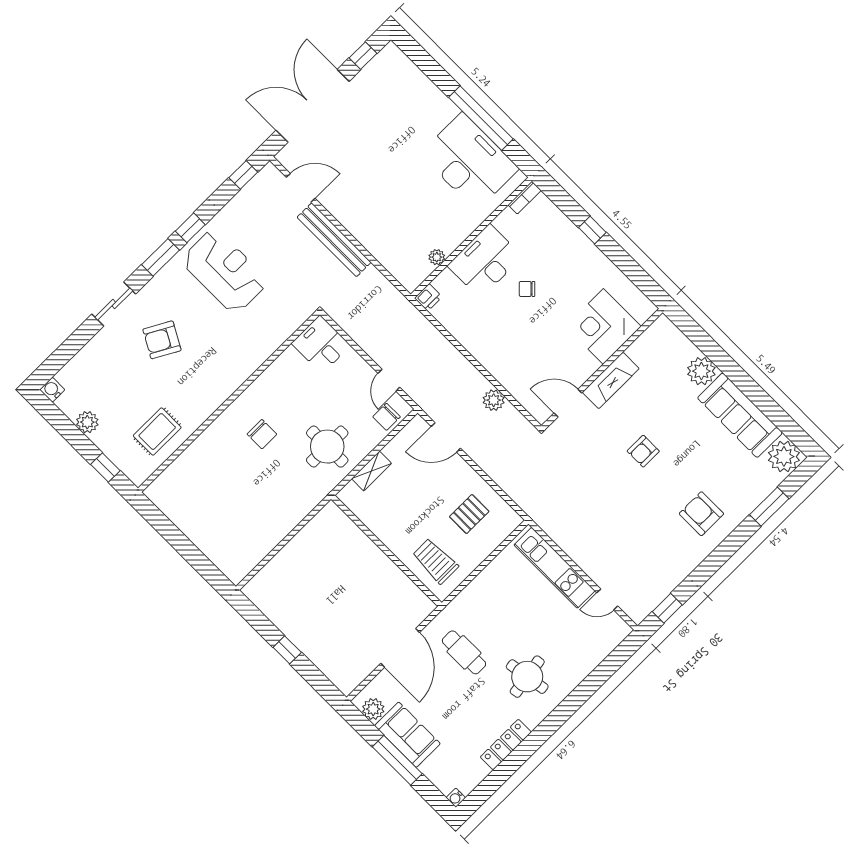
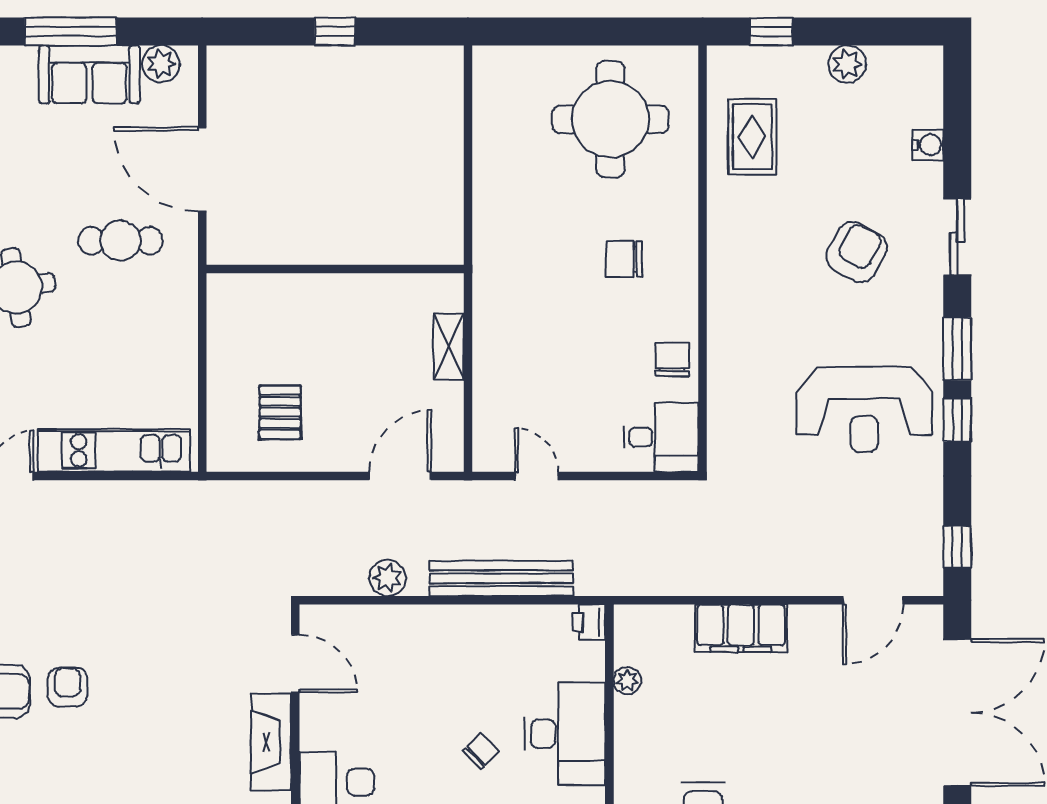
filing cabinet: (367, 231) -> (741, 628), added
bench: (334, 240) -> (501, 578), moved
water cooler: (52, 390) -> (928, 145), moved
door: (568, 403) -> (295, 664), hinge flipped
chair: (386, 417) -> (672, 360), moved
round table: (327, 447) -> (610, 119), moved, width x1.36, depth x1.36
armchair: (643, 451) -> (68, 687), moved
trolley: (435, 561) -> (264, 316), removed

